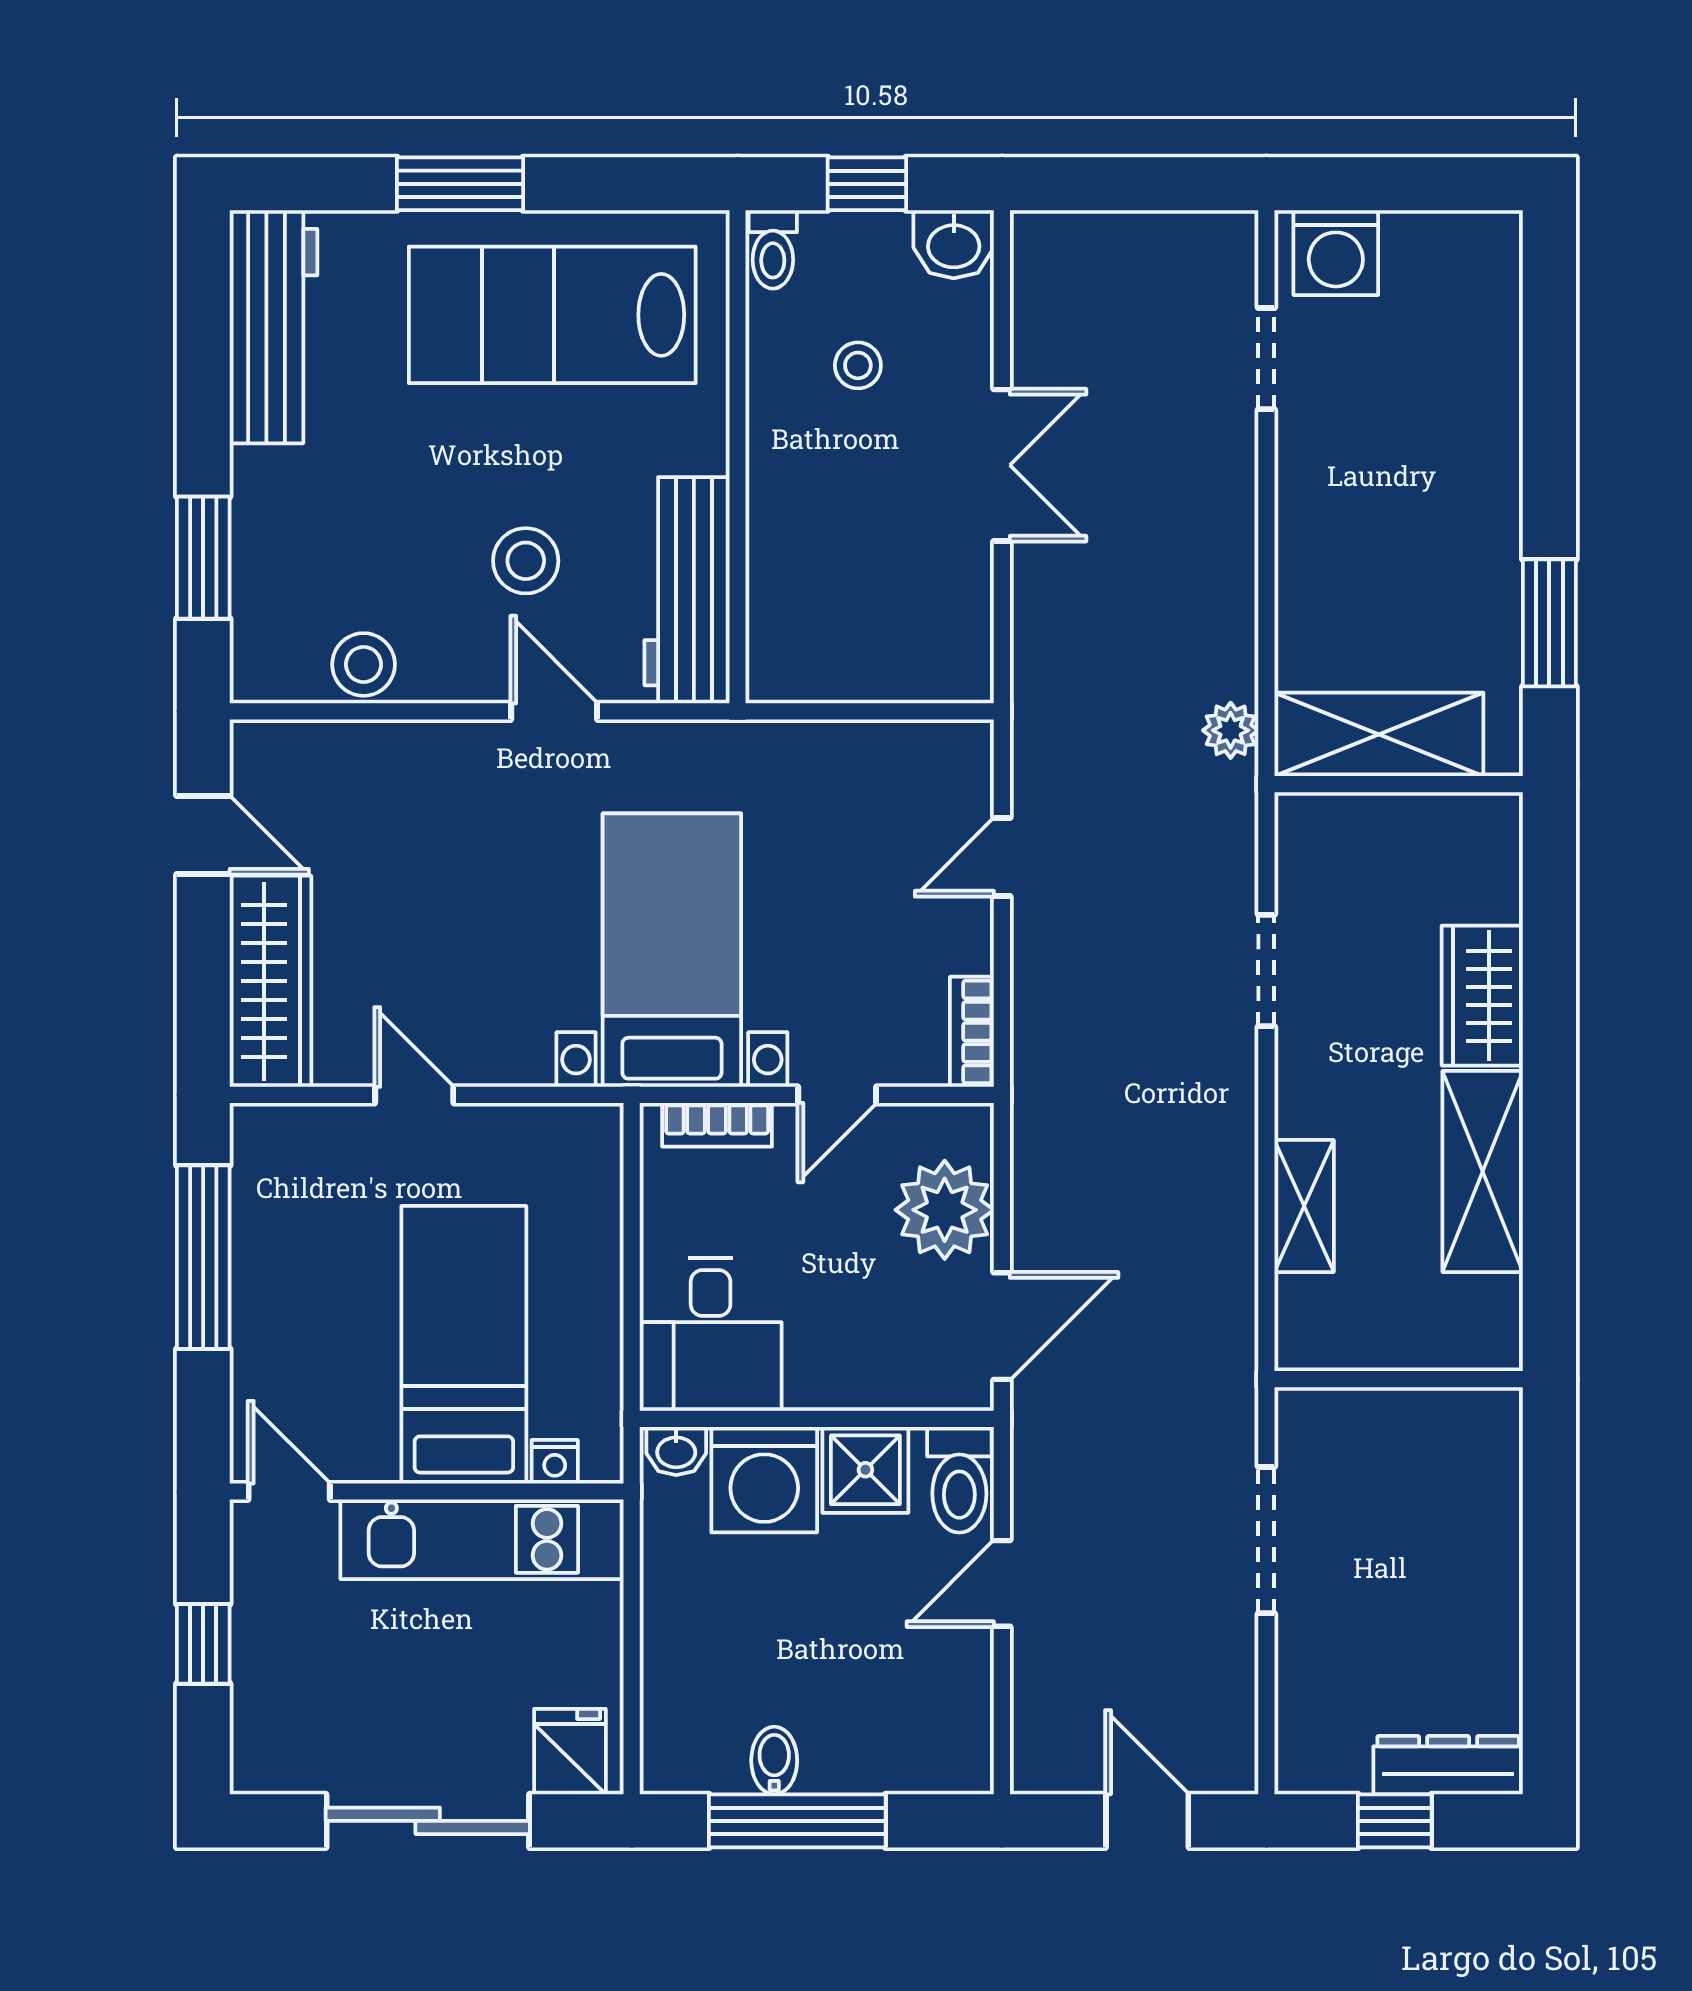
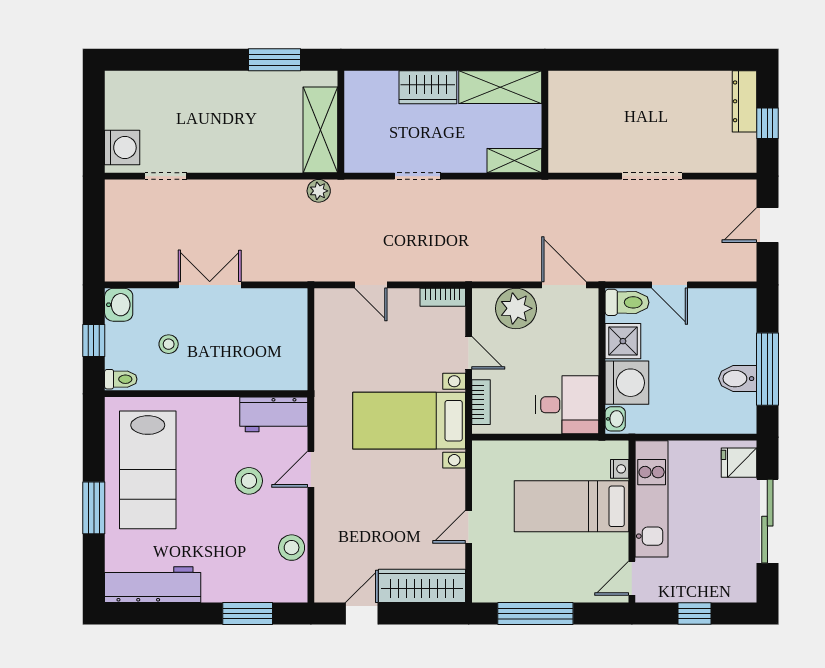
workbench: (687, 590) -> (274, 414), width x0.73
wall: (1399, 1379) -> (545, 122), moved
bidet: (774, 1761) -> (738, 379), width x1.38, depth x1.36

